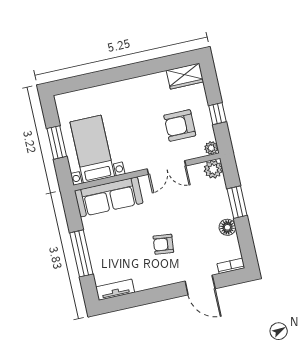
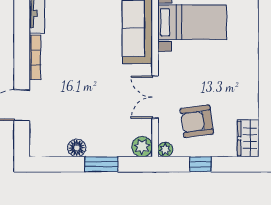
armchair: (180, 125) -> (197, 121), turned -98
armchair: (163, 244) -> (74, 76), removed
bookcase: (231, 266) -> (35, 57), moved, width x1.56

